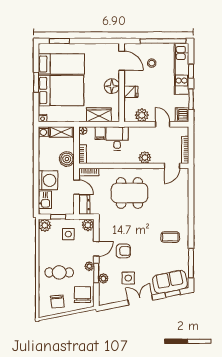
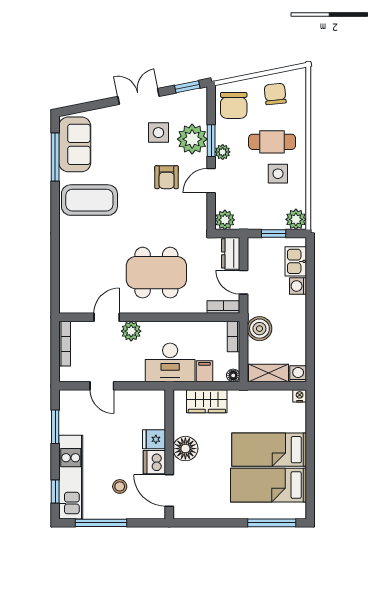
window: (59, 41) -> (272, 523), width x1.44
window: (163, 41) -> (101, 523), width x0.68
window: (191, 71) -> (55, 492), moved
window: (36, 82) -> (310, 455), removed
bed: (61, 91) -> (269, 450), width x0.67
plant: (142, 115) -> (136, 401), removed
dishwasher: (182, 115) -> (154, 462), moved, turned 180
desk: (117, 138) -> (170, 362), width x1.37
door: (172, 166) -> (107, 317), moved
washing machine: (48, 180) -> (298, 286), width x0.53, depth x0.53
side table: (68, 234) -> (278, 174), moved
coffee table: (170, 237) -> (89, 200), width x1.86, depth x1.72
armchair: (123, 251) -> (167, 177), turned -90
plant: (103, 278) -> (192, 139), width x1.87, depth x1.87
sofa: (170, 282) -> (75, 144), moved, turned -79
window: (173, 294) -> (187, 87), moved
double door: (140, 300) -> (138, 96), swing flipped

